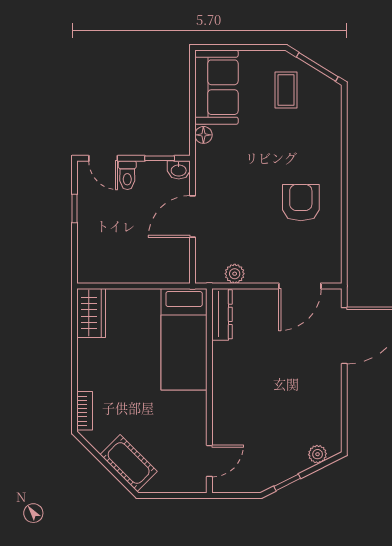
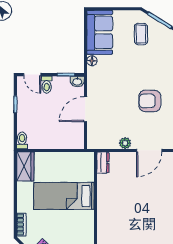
armchair: (301, 203) -> (150, 101), turned -90
toilet: (86, 269) -> (22, 141), added
plant: (235, 274) -> (125, 143), moved
dresser: (222, 314) -> (103, 163), width x0.70
bed: (184, 339) -> (64, 196), moved, turned 90

